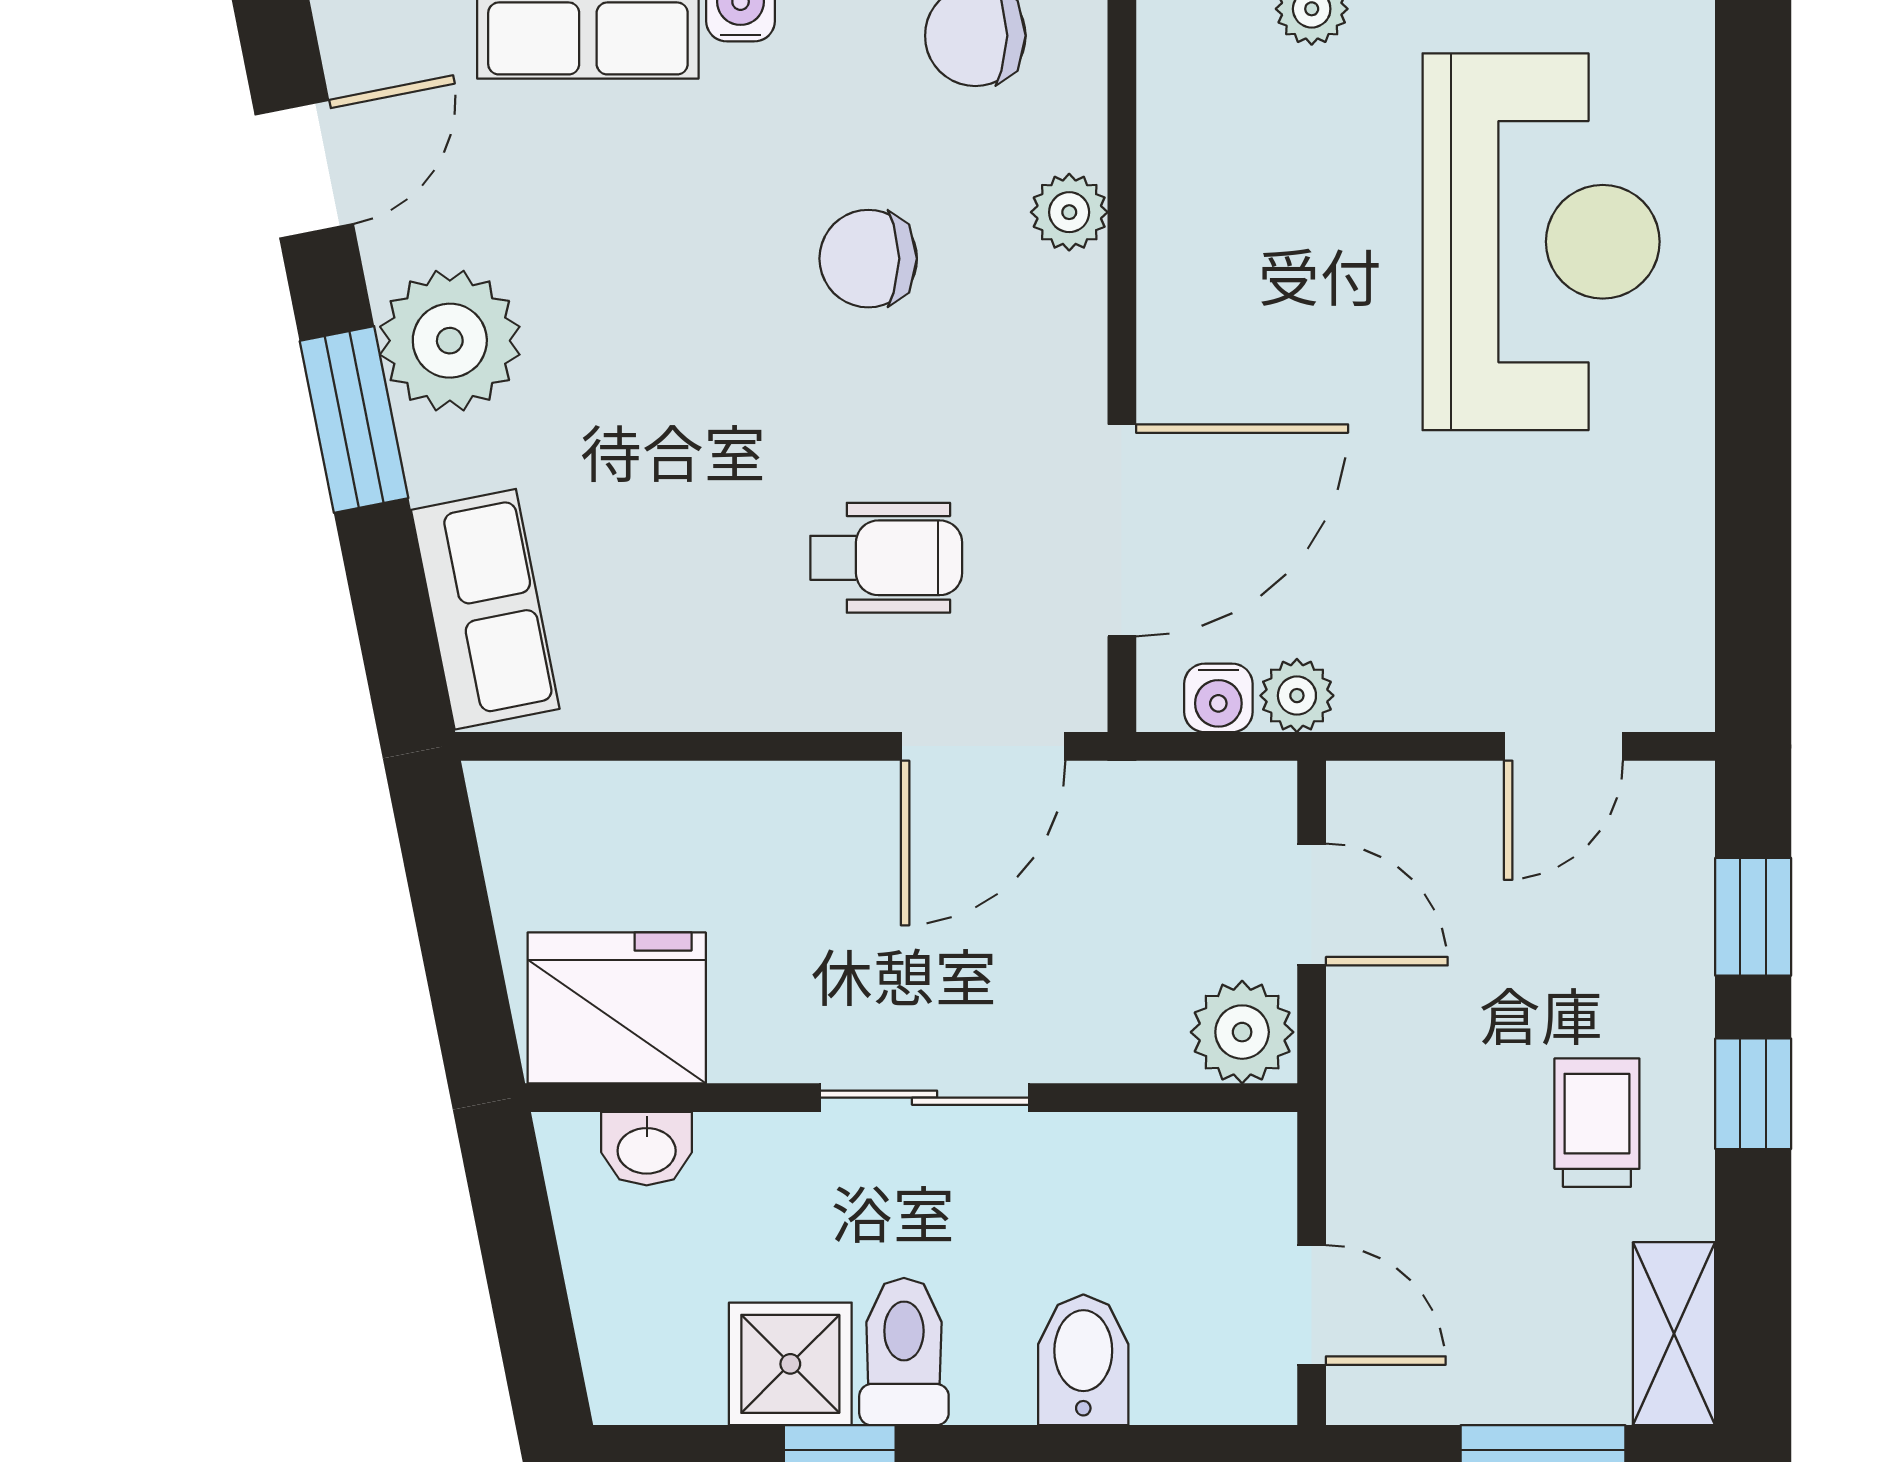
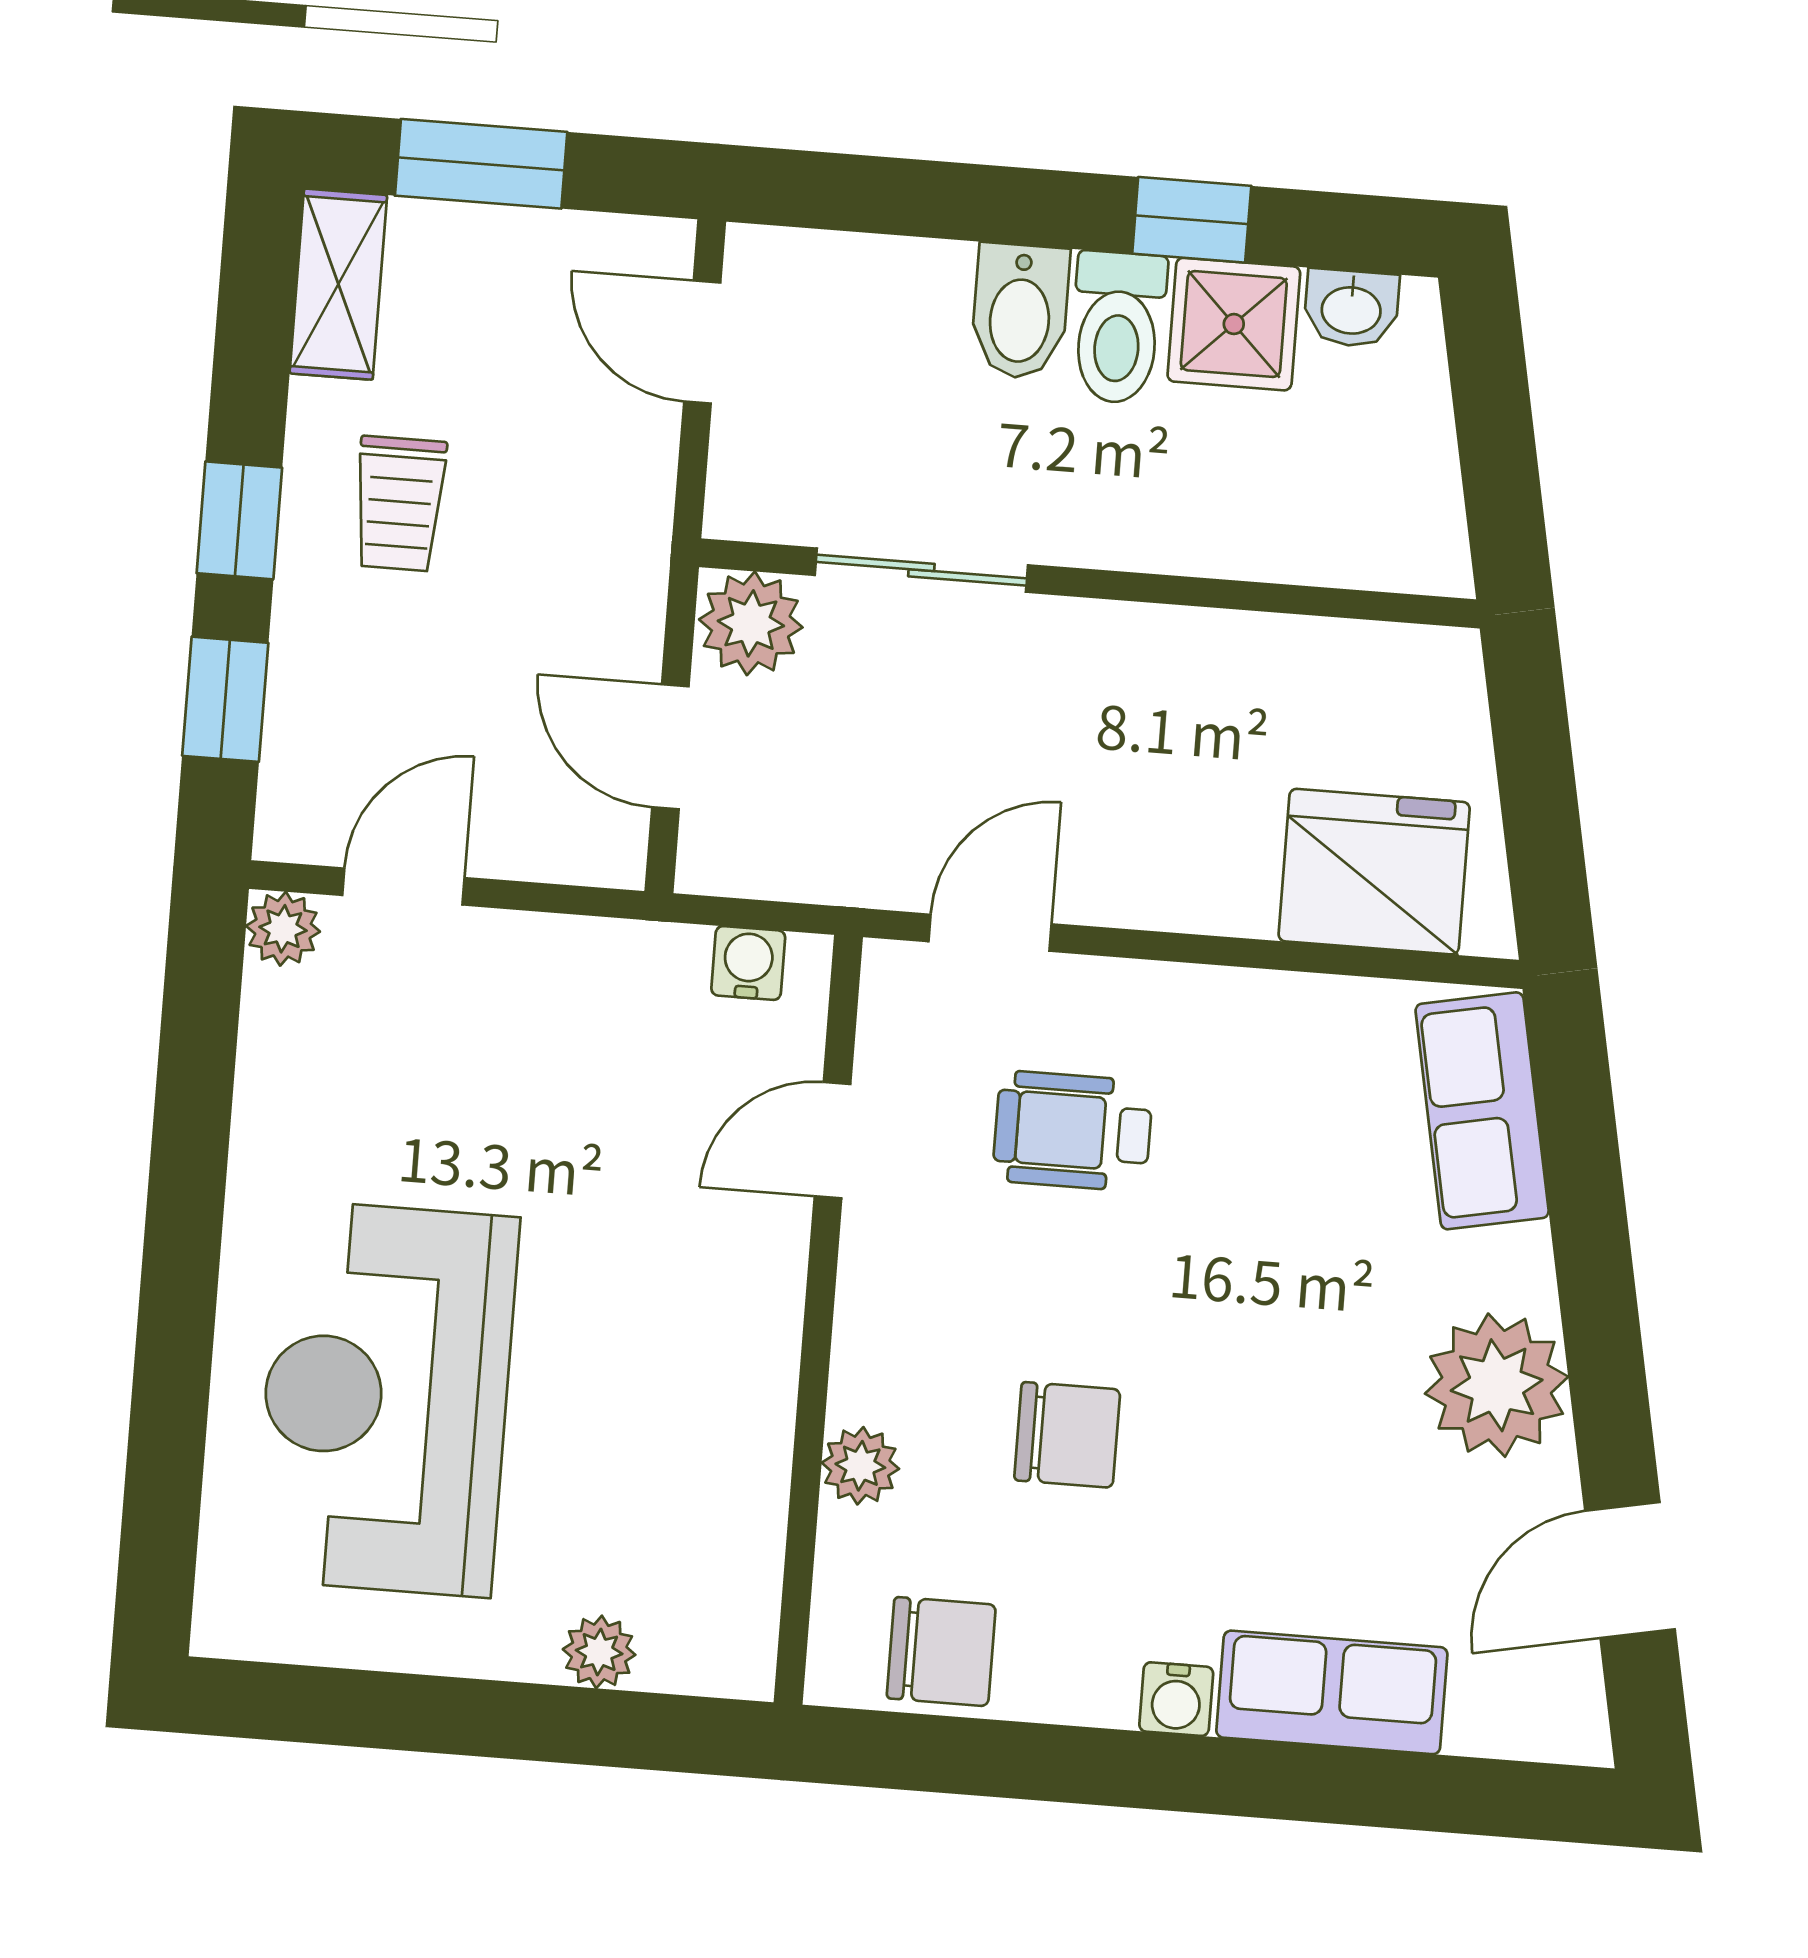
window: (354, 420) -> (1600, 1313), removed
door: (1122, 530) -> (832, 1140), width x0.53
plant: (1297, 696) -> (283, 929), moved
door: (983, 746) -> (990, 933), width x0.73
fridge: (617, 1008) -> (1374, 872), moved, turned 180
sliding door: (924, 1098) -> (921, 570), moved
washbasin: (647, 1149) -> (1351, 308), moved, turned 180
bidet: (1083, 1360) -> (1020, 311), moved

